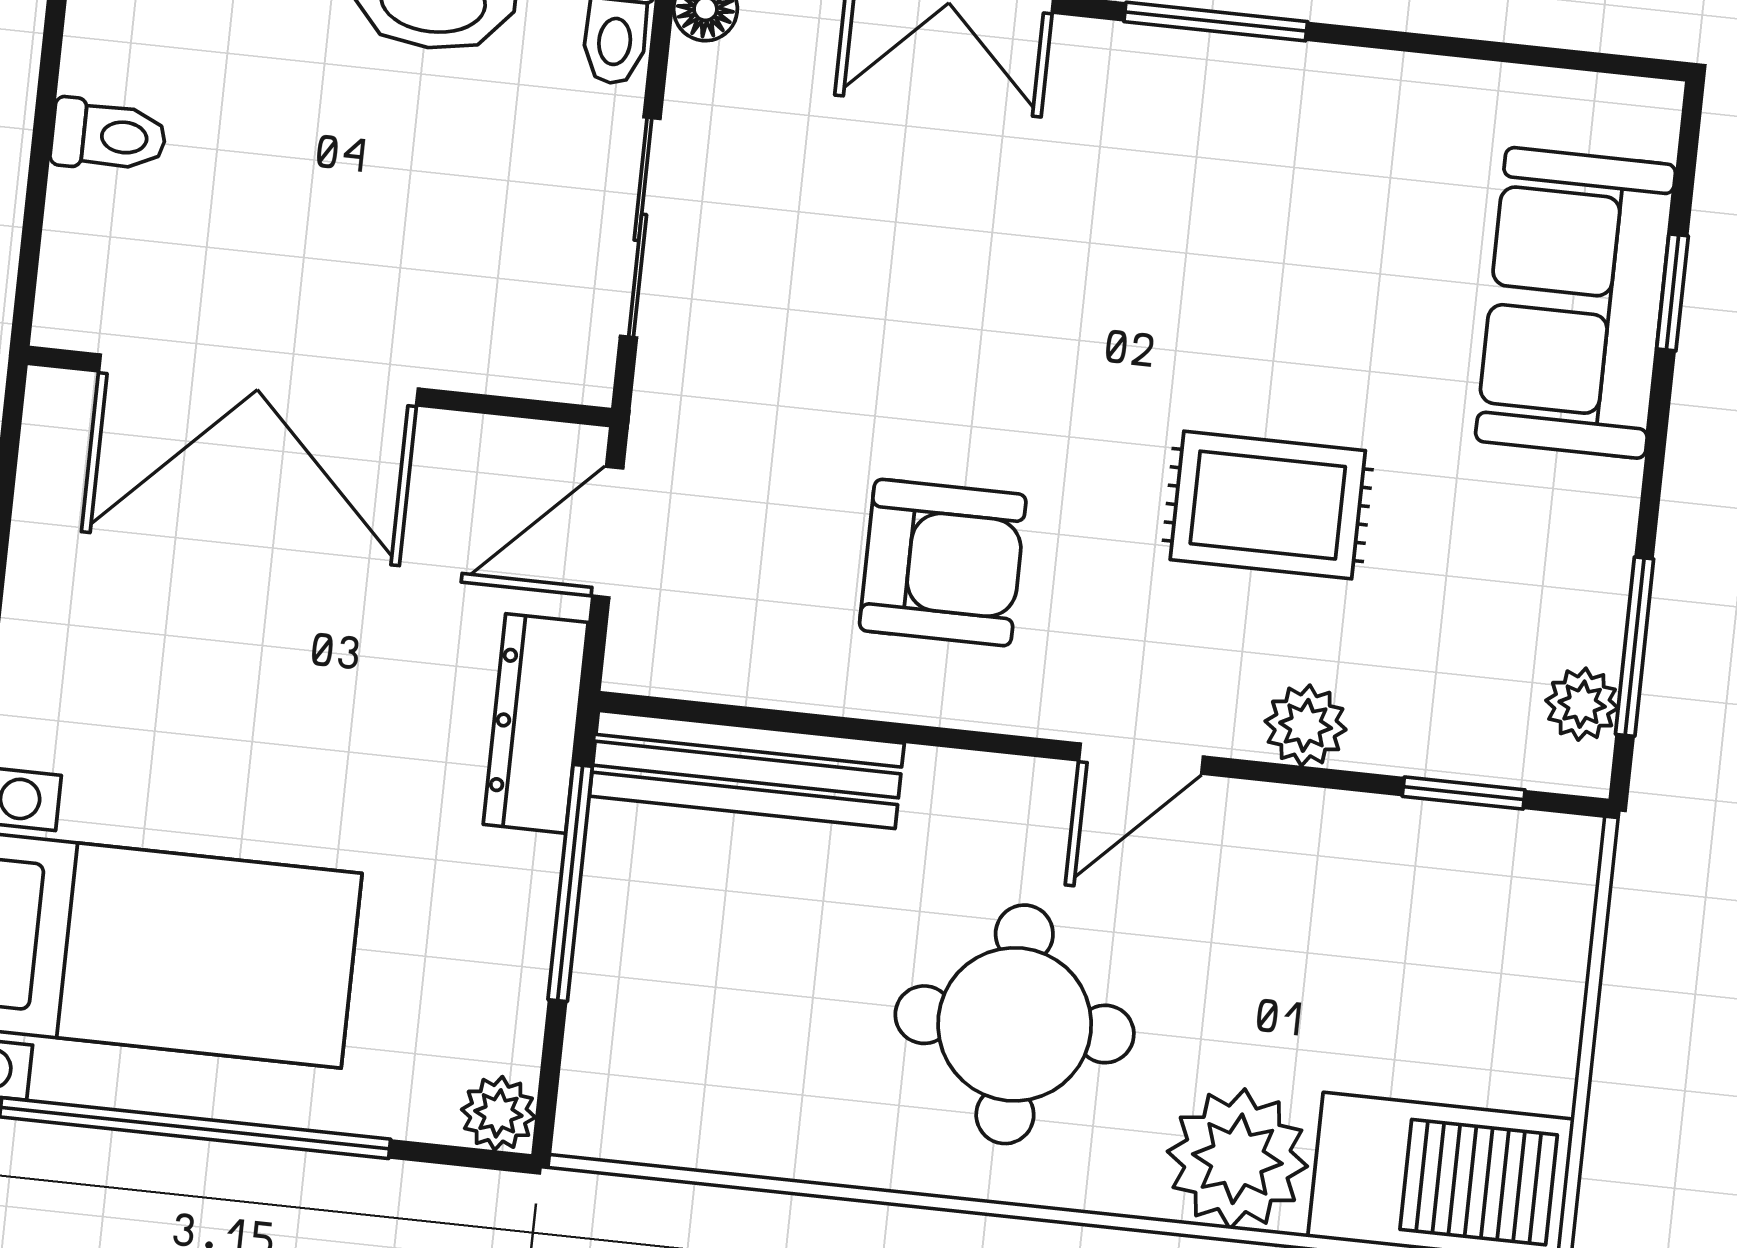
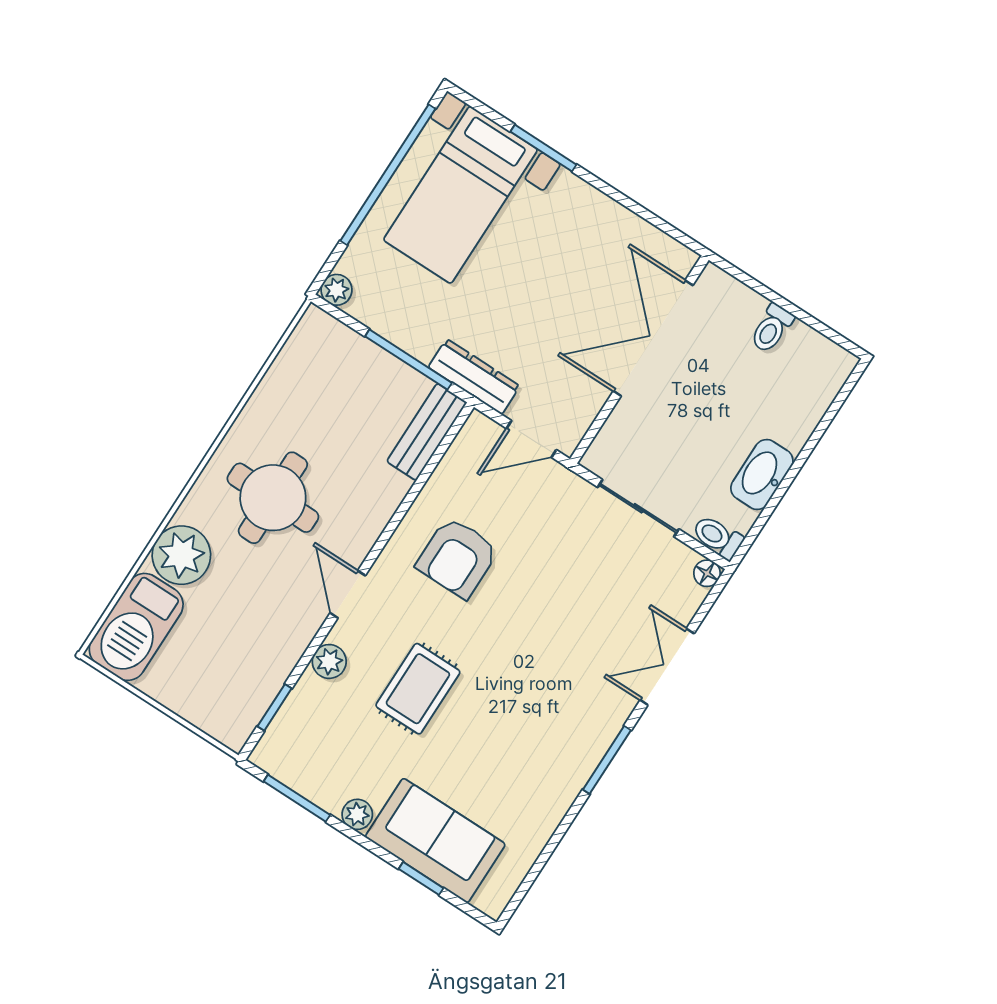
door: (608, 532) -> (531, 439), swing flipped
plant: (1582, 704) -> (357, 814), moved
bench: (747, 770) -> (427, 432), width x0.73

